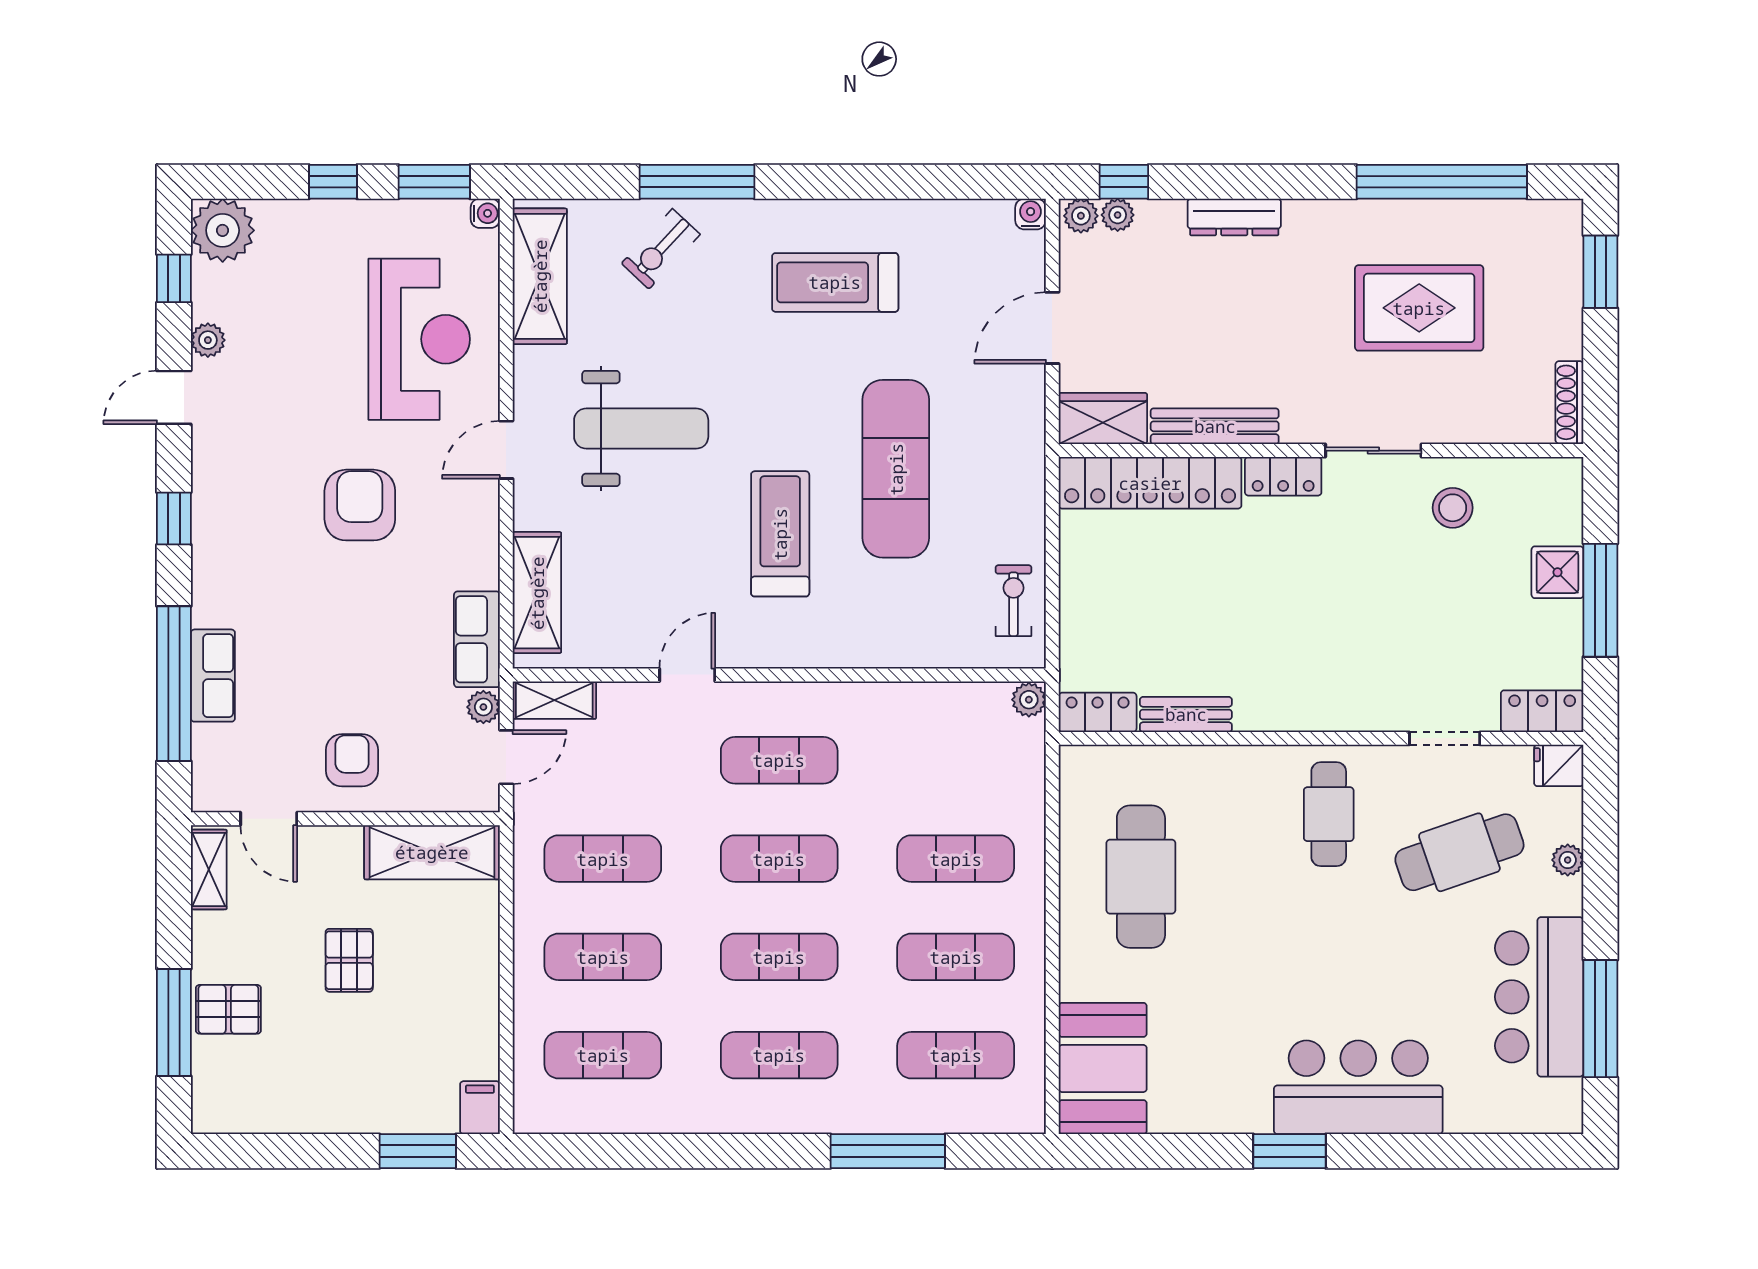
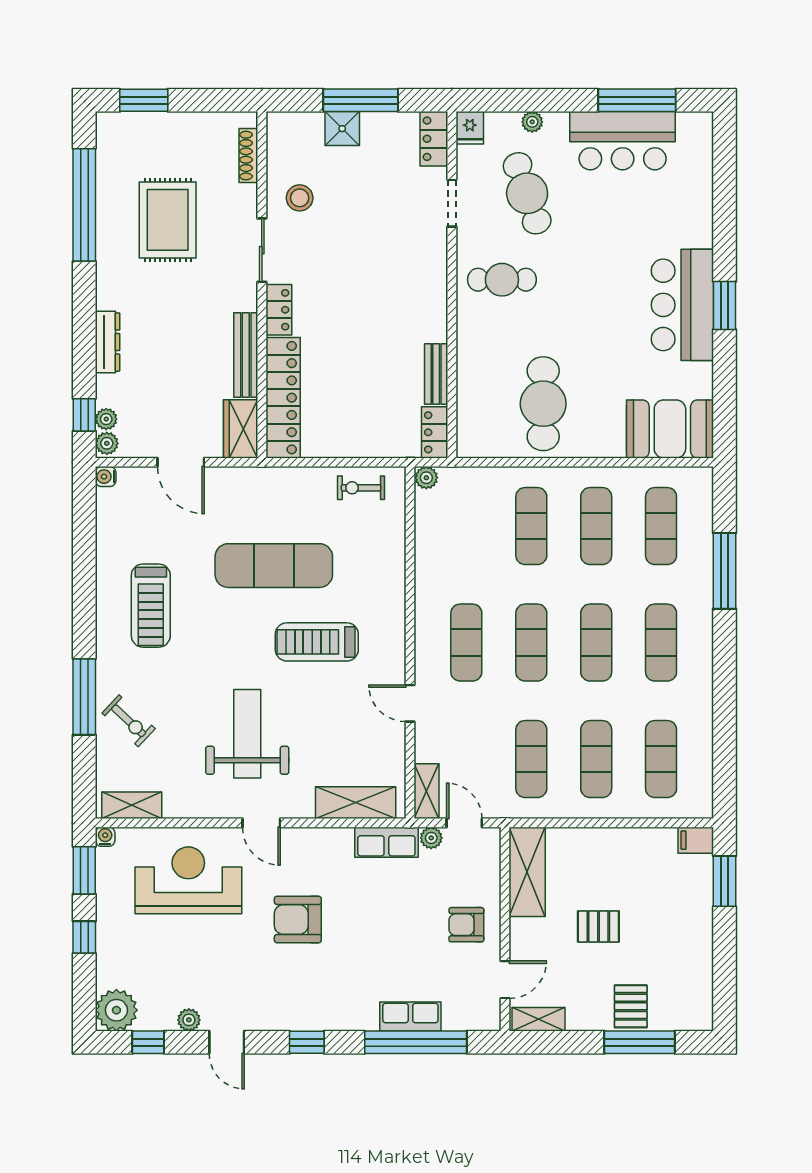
shelving: (540, 276) -> (132, 805), width x0.67, depth x0.75
shoe rack: (1569, 402) -> (248, 156), moved, turned 90
cafe table: (1141, 877) -> (543, 404), turned 90
bar counter: (1358, 1087) -> (682, 305), moved

